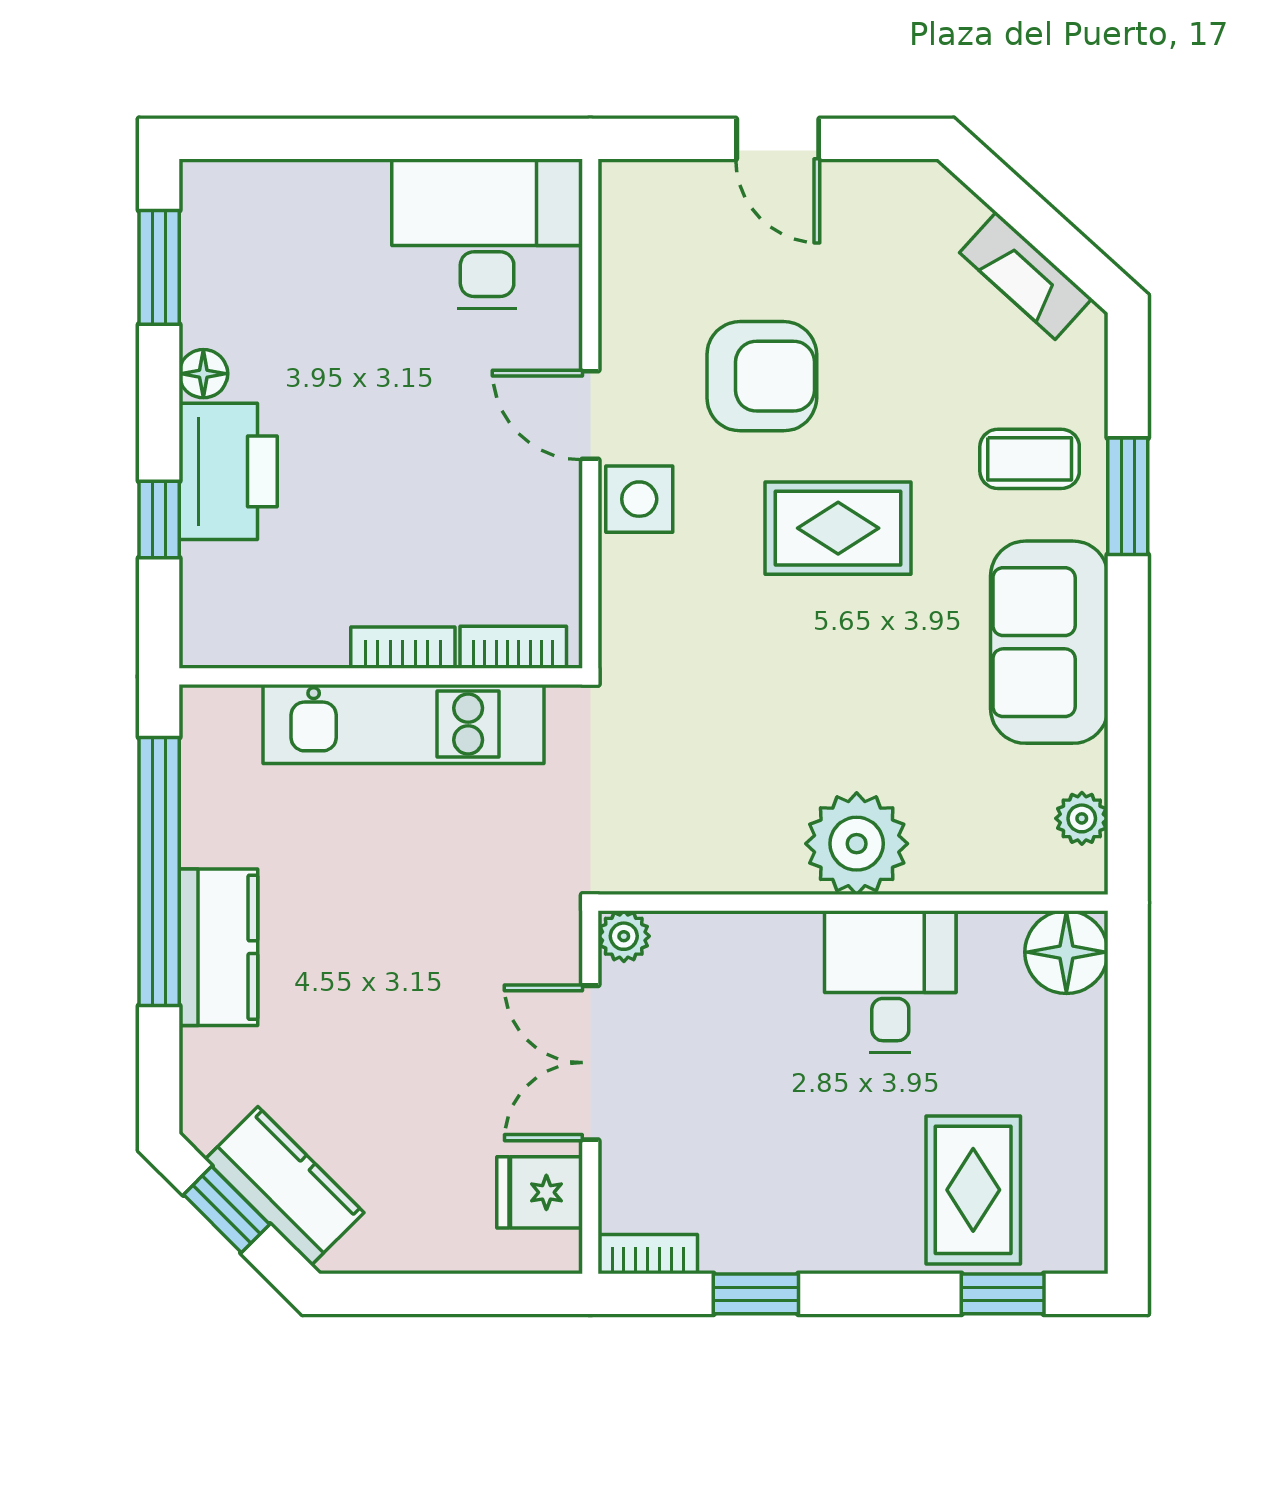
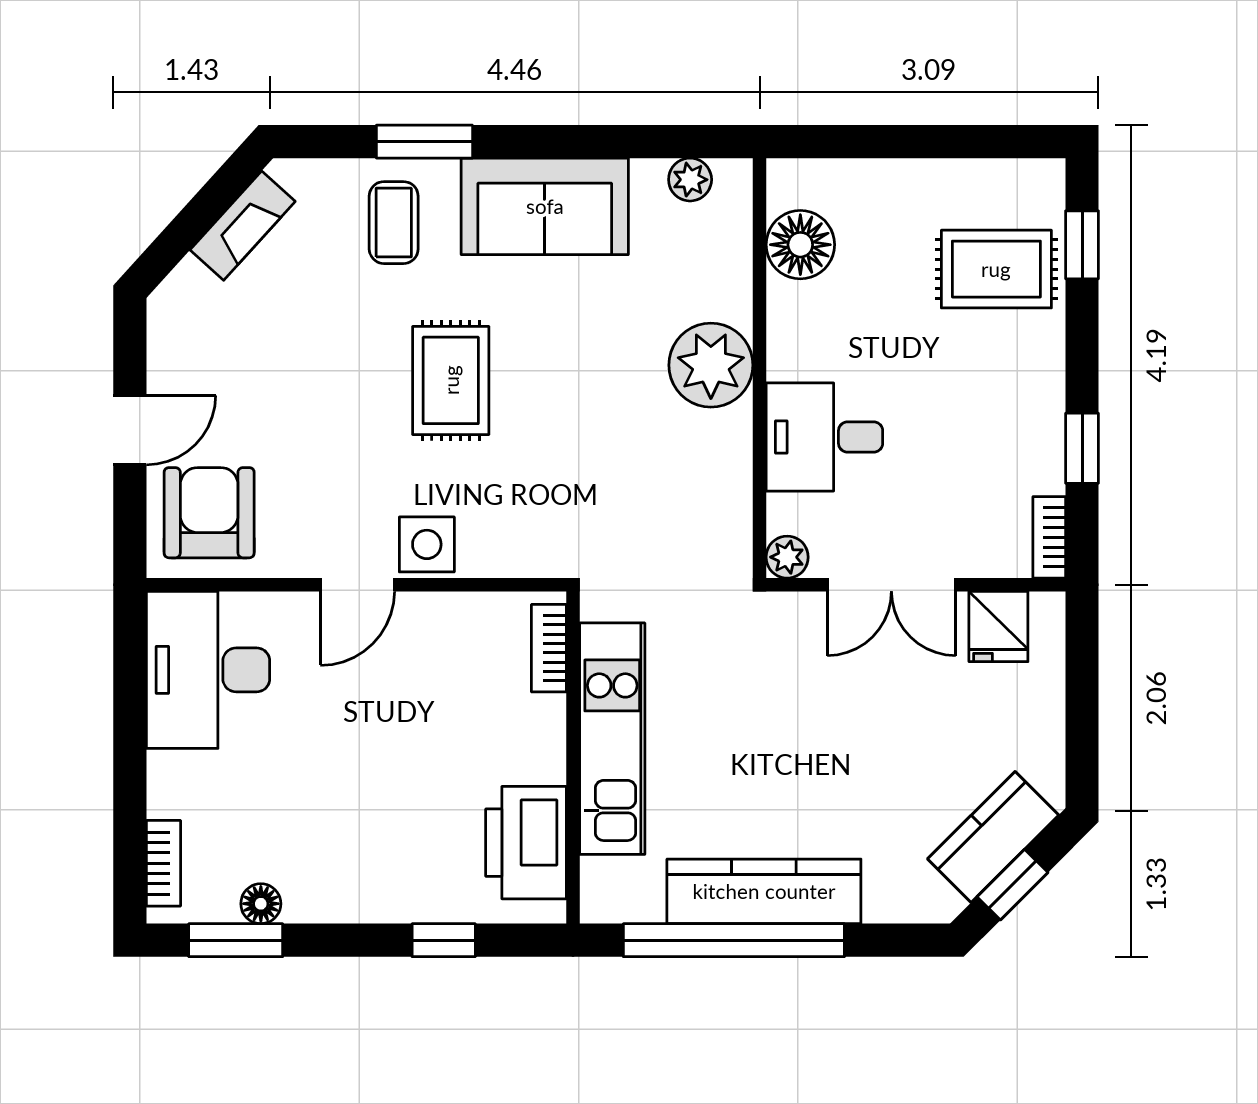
floor lamp: (203, 374) -> (261, 904), moved
armchair: (762, 376) -> (209, 513), moved
printer: (228, 471) -> (526, 843), moved, turned -90
bookcase: (403, 648) -> (163, 863), moved, turned 180
kitchen counter: (218, 947) -> (764, 891), width x1.50
floor lamp: (1066, 952) -> (800, 245), moved
desk: (890, 981) -> (824, 437), moved

